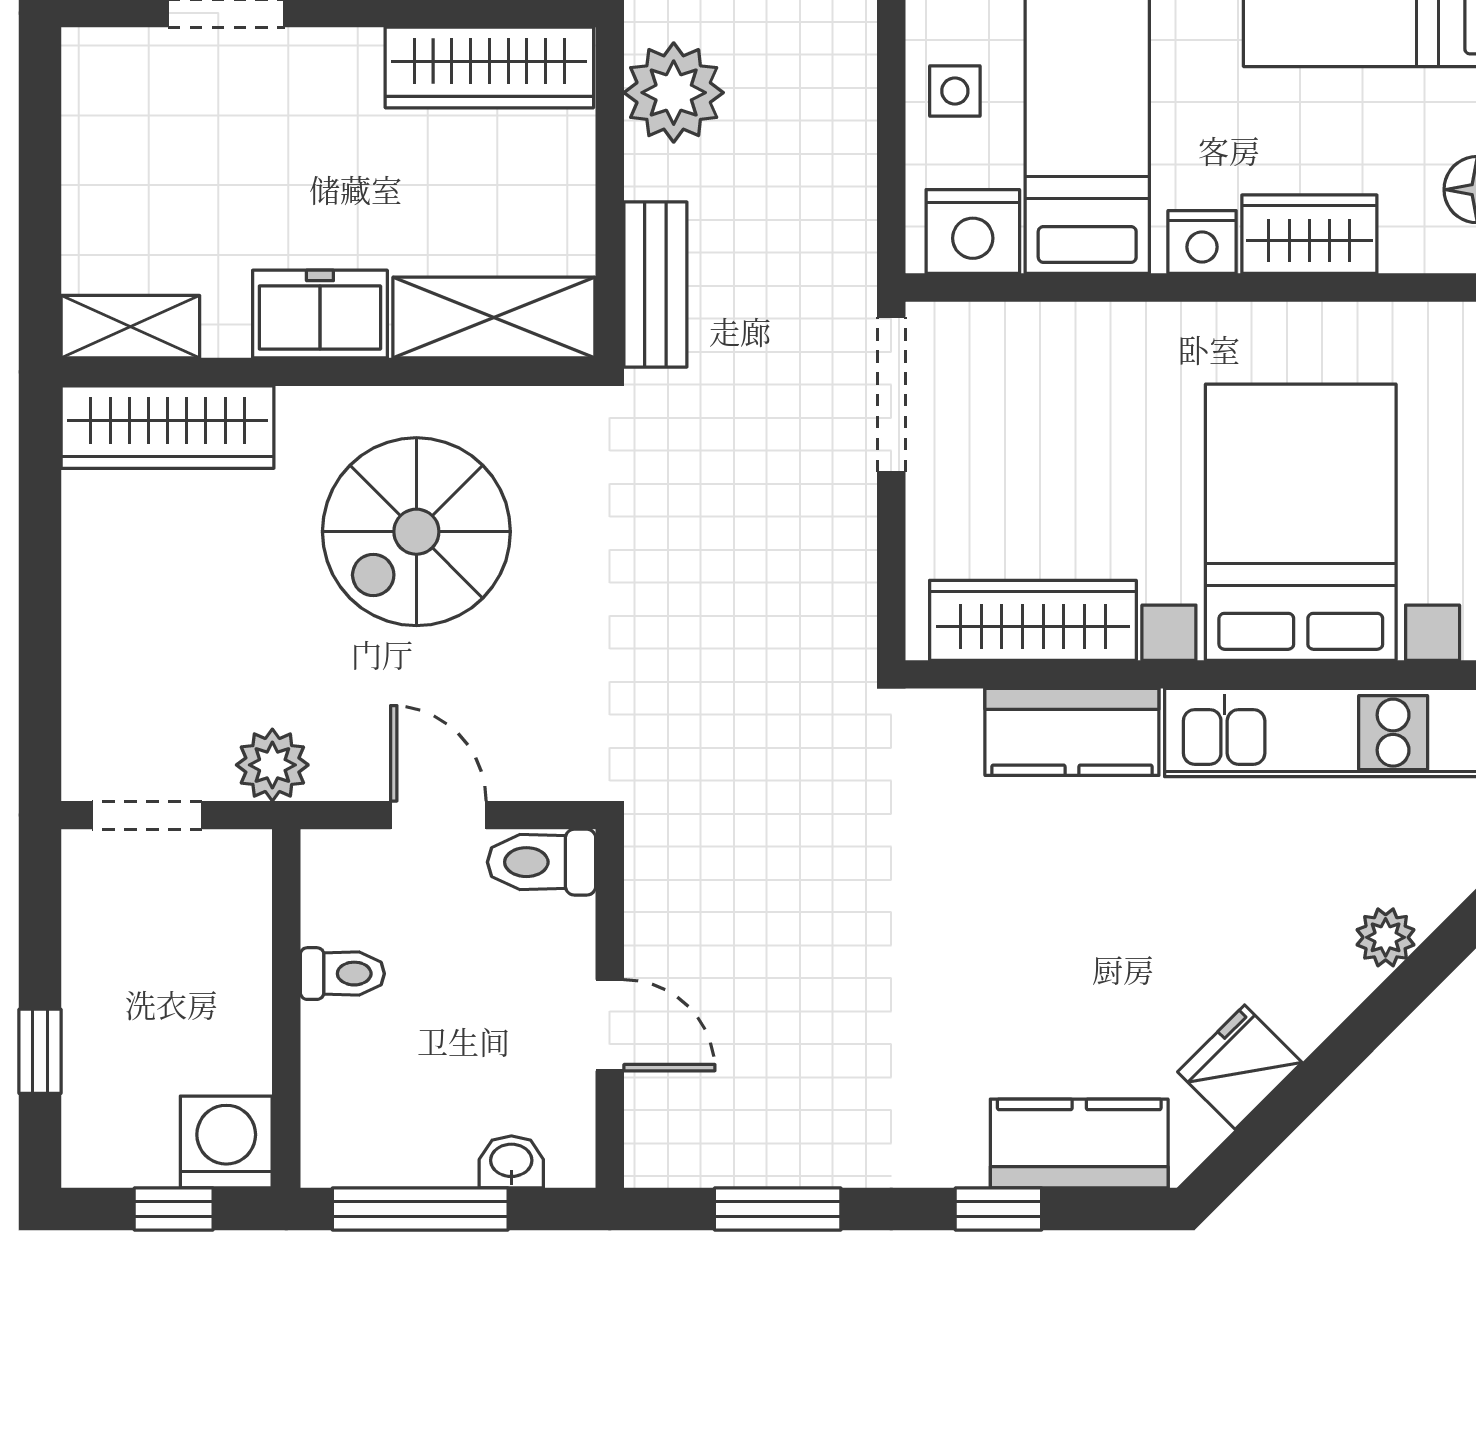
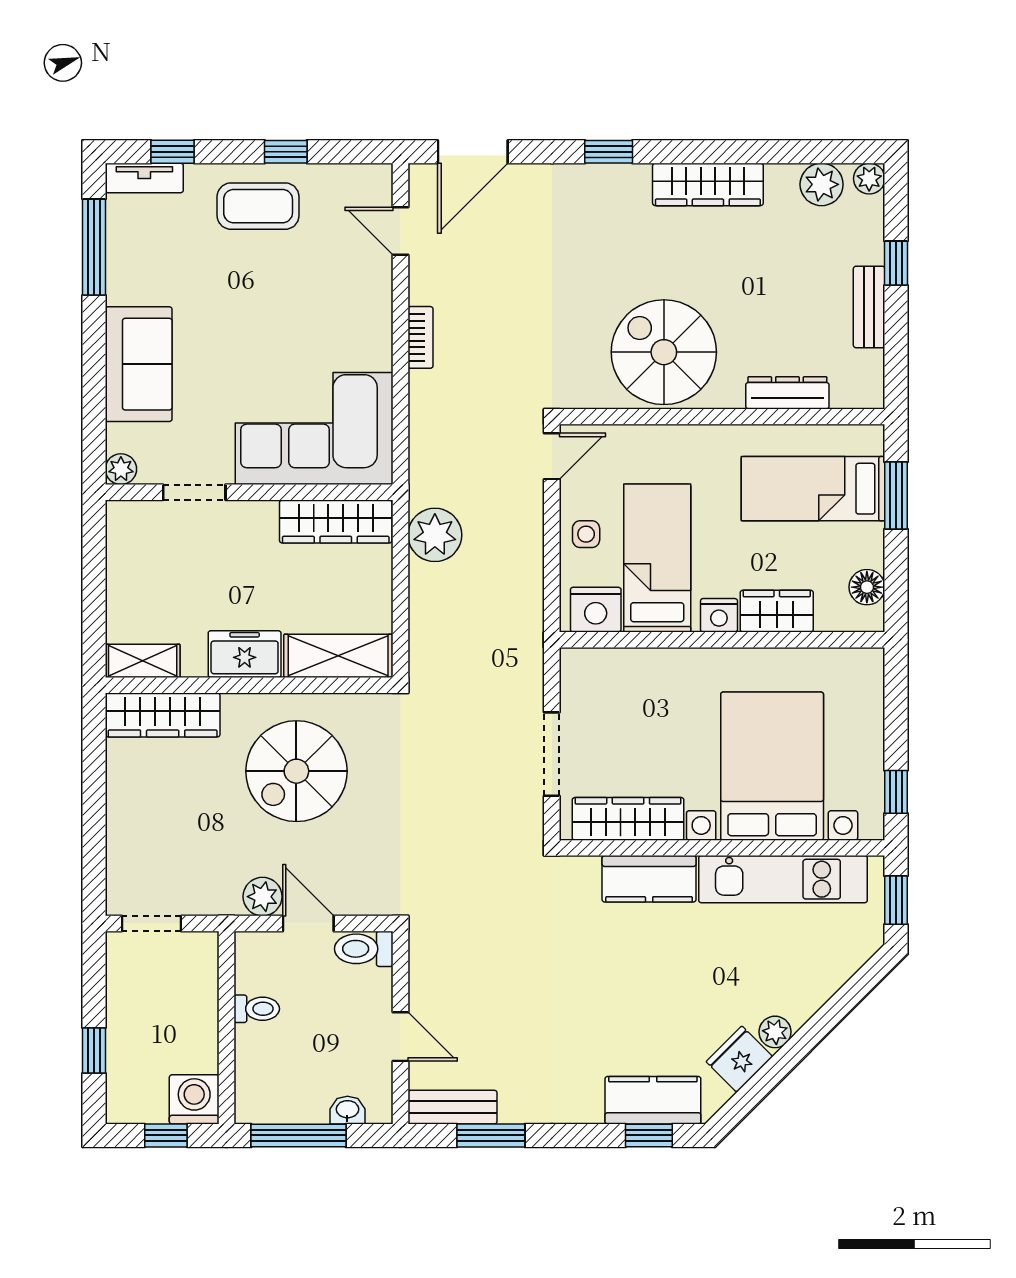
bench: (655, 285) -> (452, 1107), moved, turned 90
doorway: (891, 394) -> (552, 754), moved
plant: (272, 765) -> (263, 897), moved
plant: (1386, 937) -> (775, 1032), moved
window: (998, 1209) -> (649, 1135), moved

